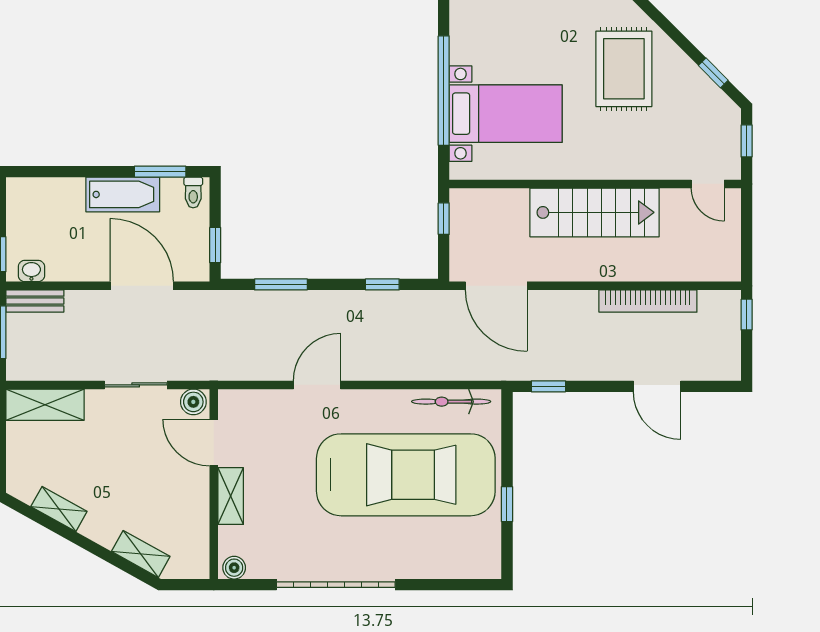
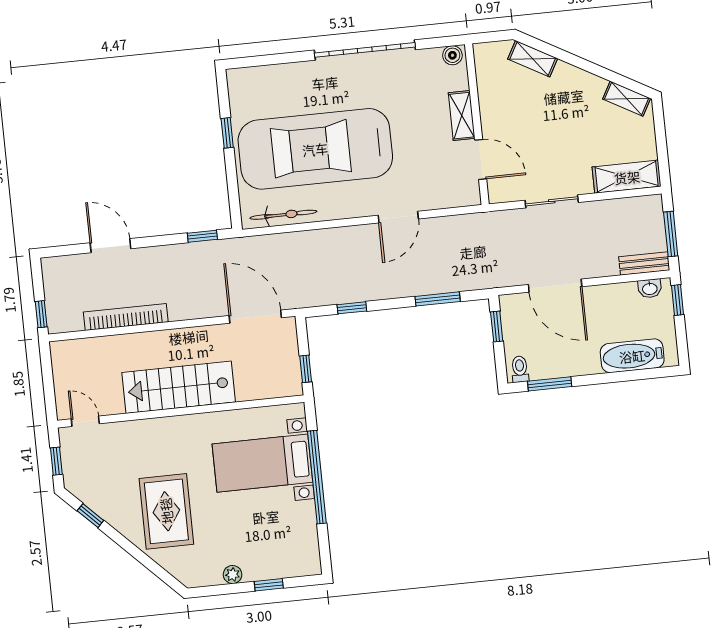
bathtub: (123, 194) -> (632, 356), moved
boiler: (193, 402) -> (501, 192), removed
shelving: (59, 509) -> (627, 99), moved

